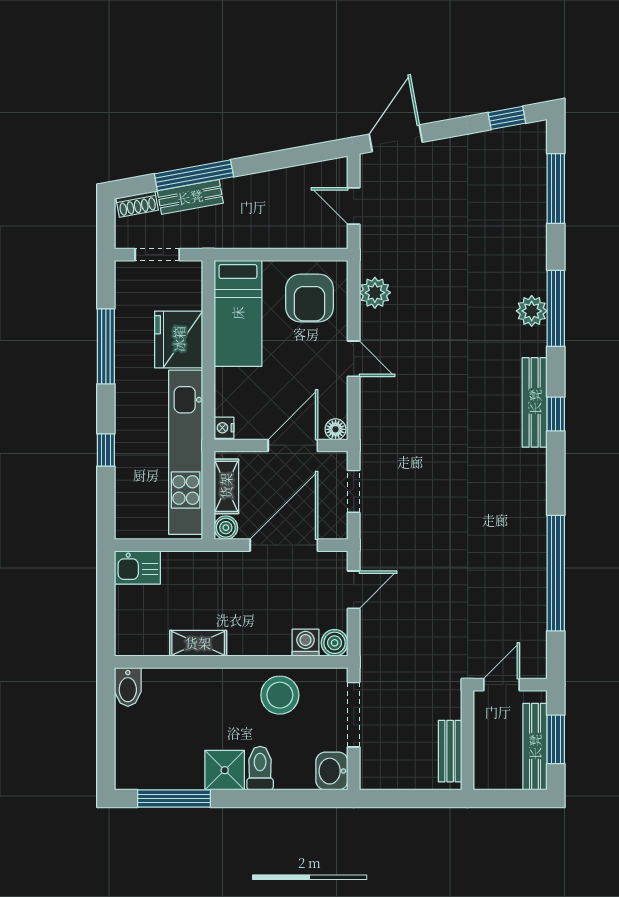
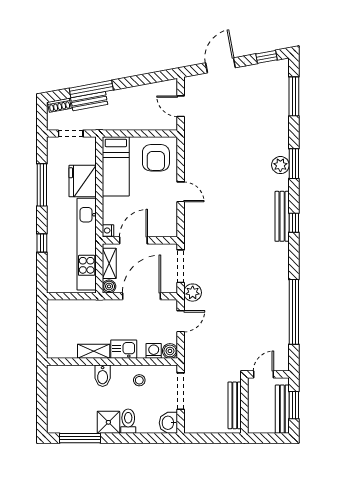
door: (396, 138) -> (220, 65), moved
plant: (375, 293) -> (193, 293), moved
window: (556, 308) -> (294, 164), width x0.69
floor lamp: (336, 429) -> (170, 231), removed
door: (293, 445) -> (133, 240), moved
doorway: (354, 491) -> (181, 266), width x1.38
kitchen sink: (137, 567) -> (124, 349), moved, turned 180
bidet: (128, 687) -> (103, 376), moved
stool: (280, 695) -> (139, 380), width x0.53, depth x0.53
bench: (450, 751) -> (235, 405), width x1.36

